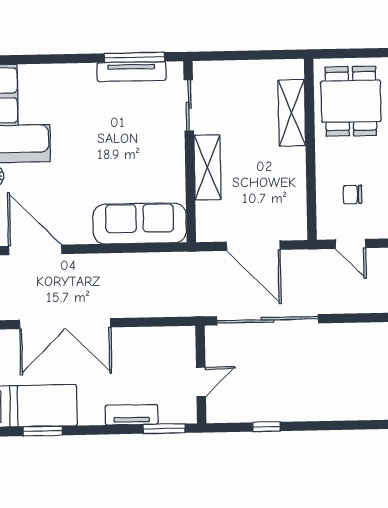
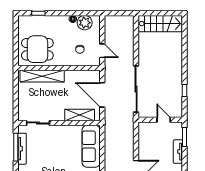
shelving: (292, 113) -> (42, 76), width x1.47
shelving: (207, 167) -> (80, 115), moved
door: (350, 244) -> (102, 51), hinge flipped
door: (253, 246) -> (102, 95), swing flipped

